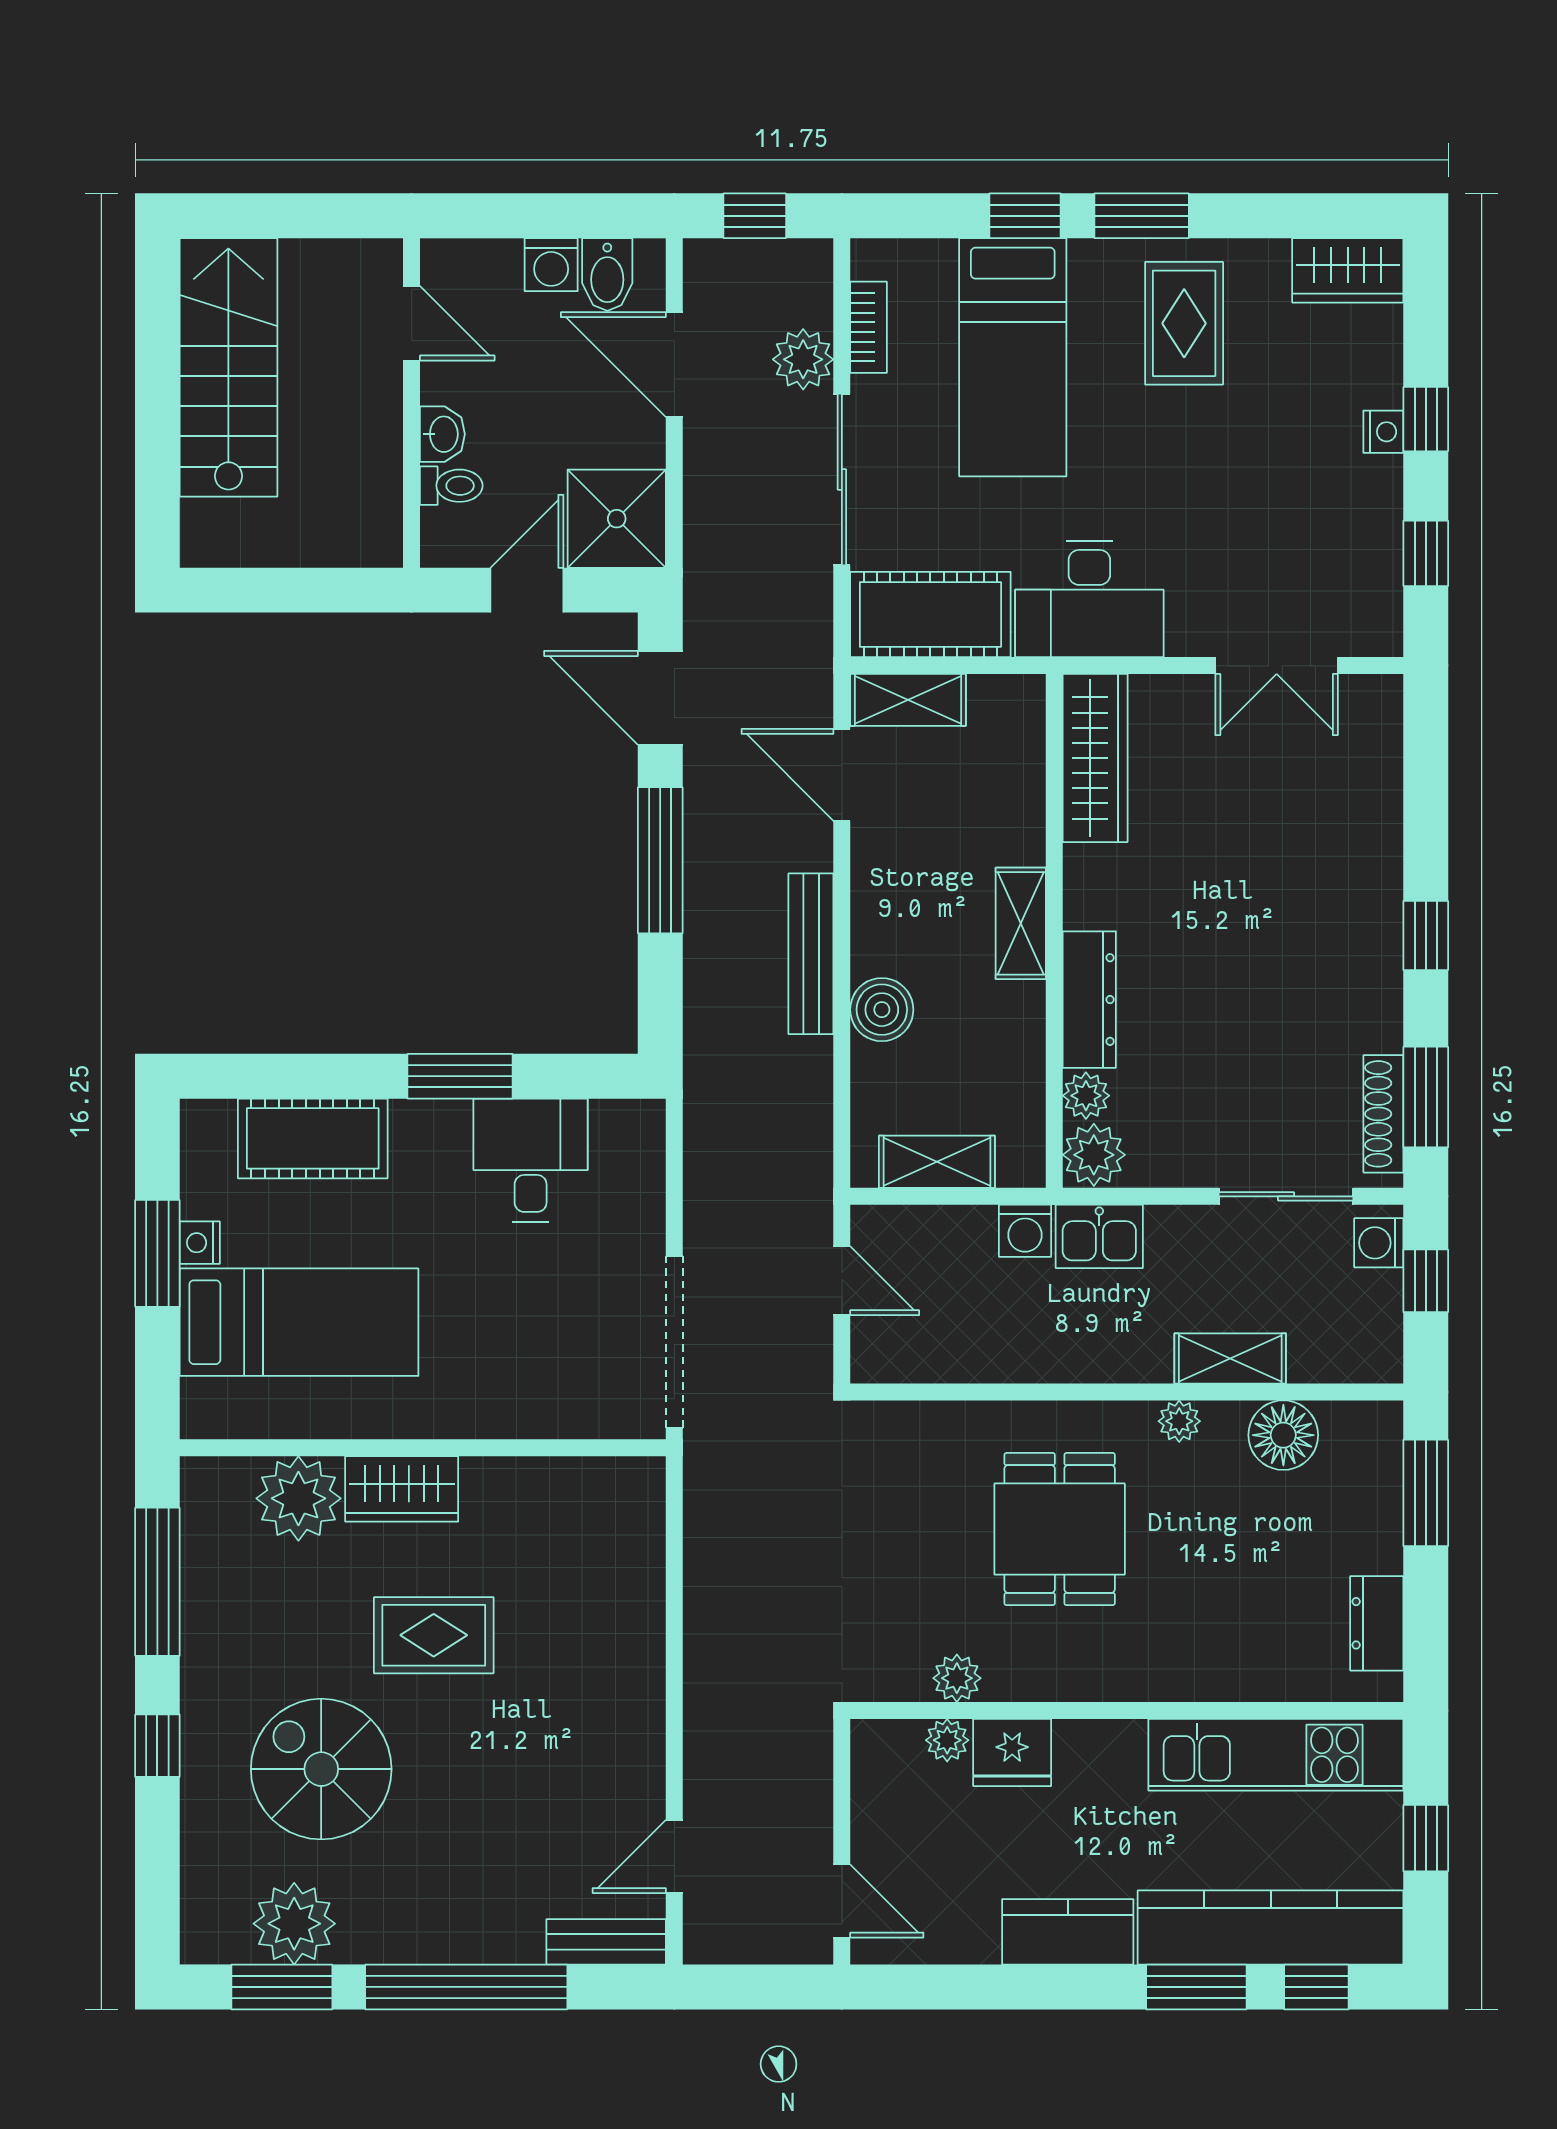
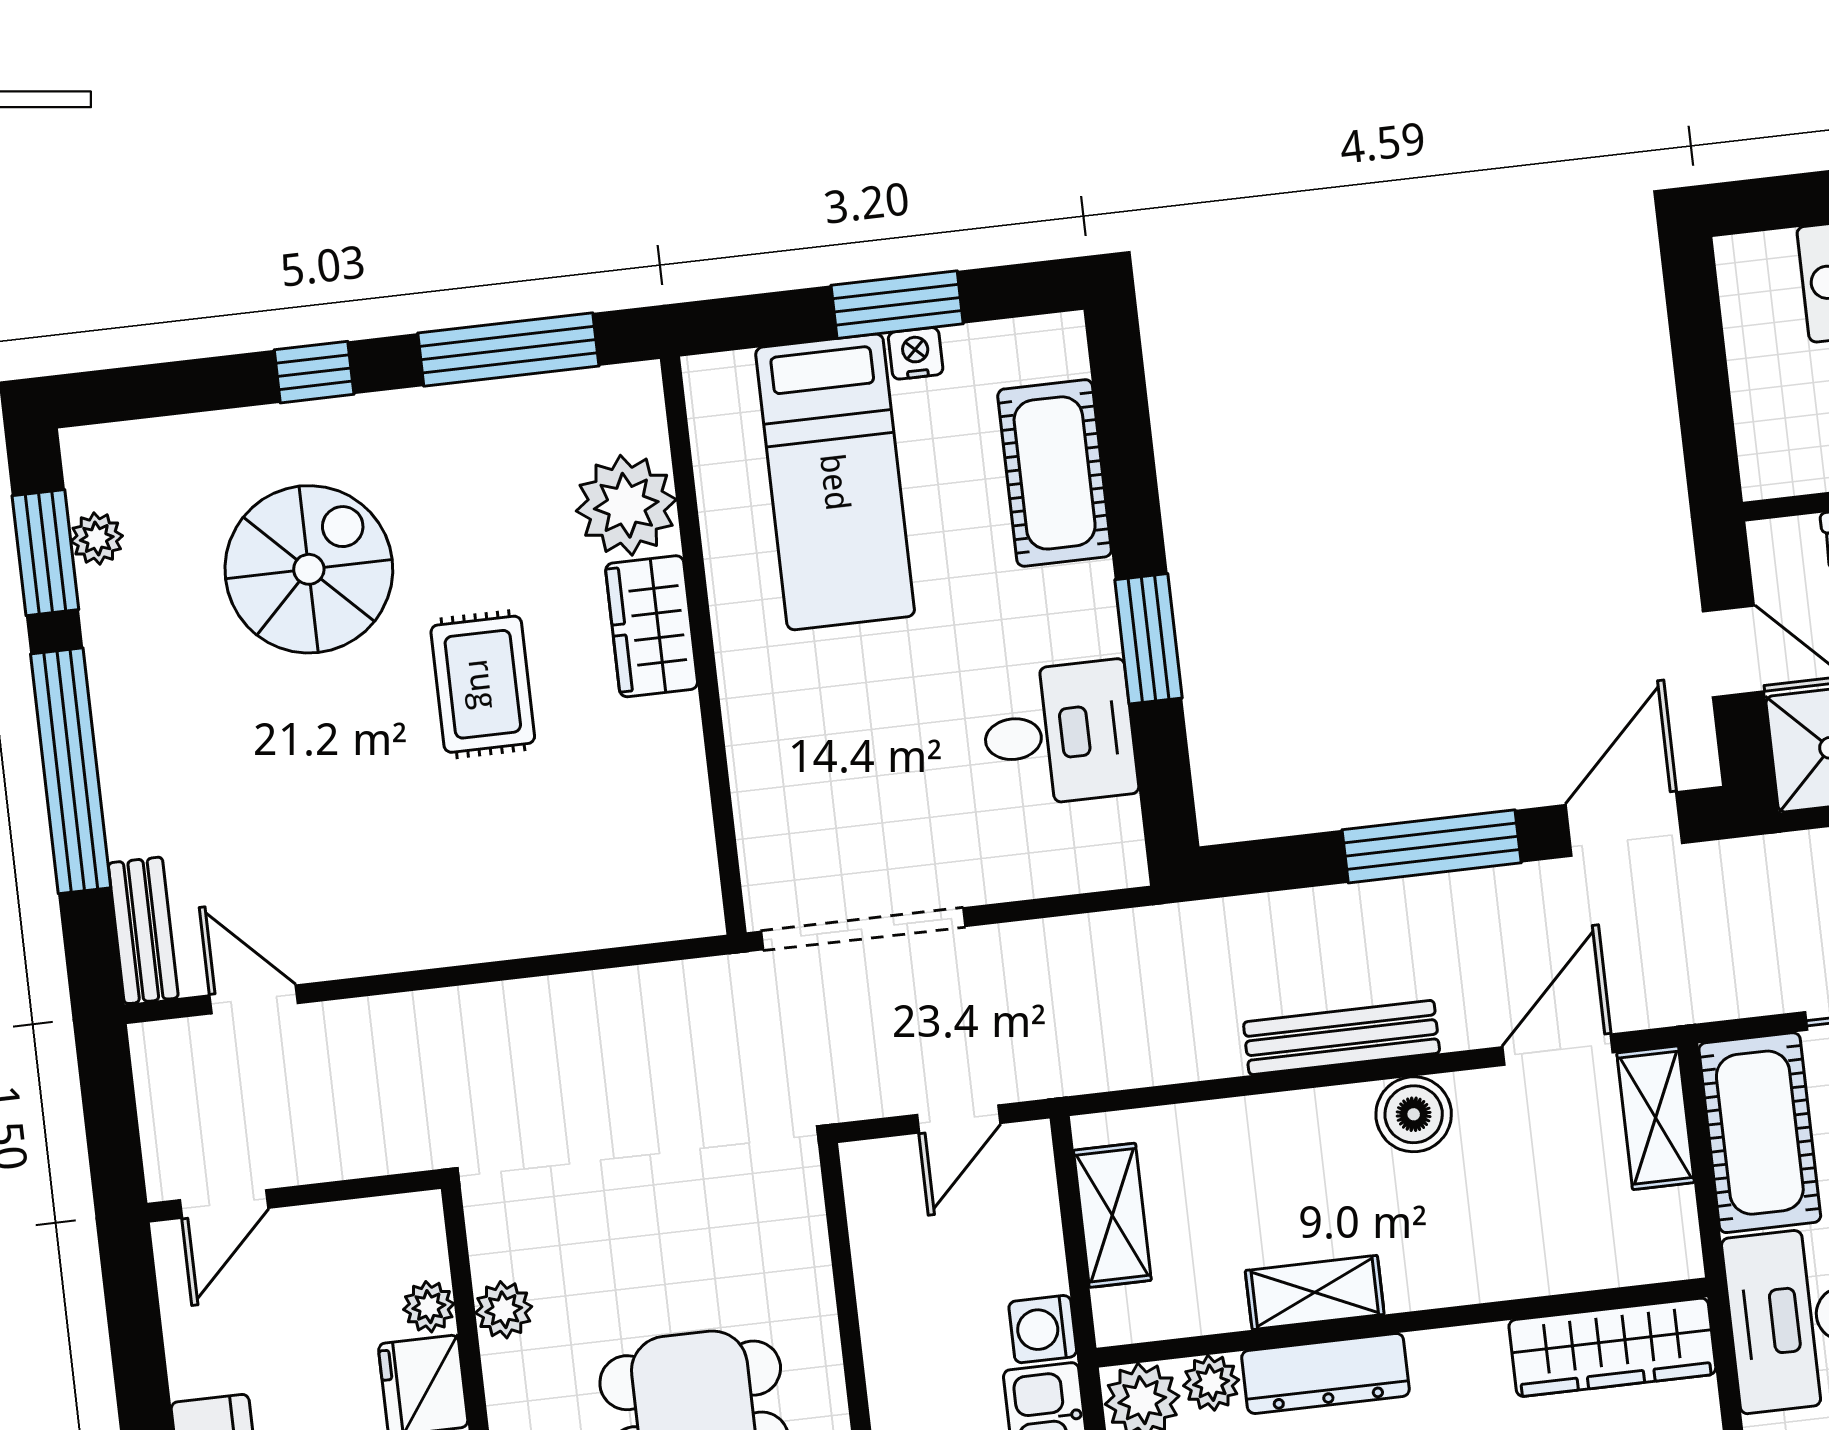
shelving: (1021, 923) -> (1315, 1292), moved
boiler: (882, 1010) -> (1414, 1114), moved
plant: (294, 1924) -> (97, 539), width x0.53, depth x0.53

